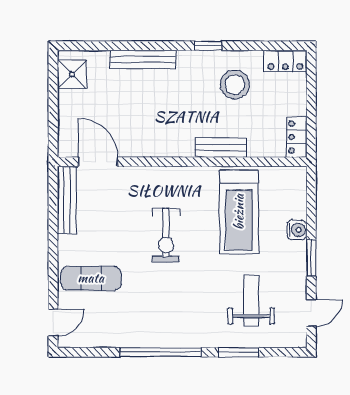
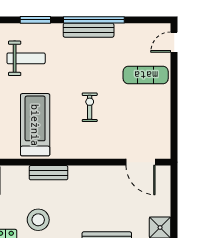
bench: (67, 200) -> (89, 30), moved, turned 90
exercise bike: (166, 235) -> (90, 107), width x0.73, depth x0.72
weight bench: (251, 301) -> (26, 58), turned -90

